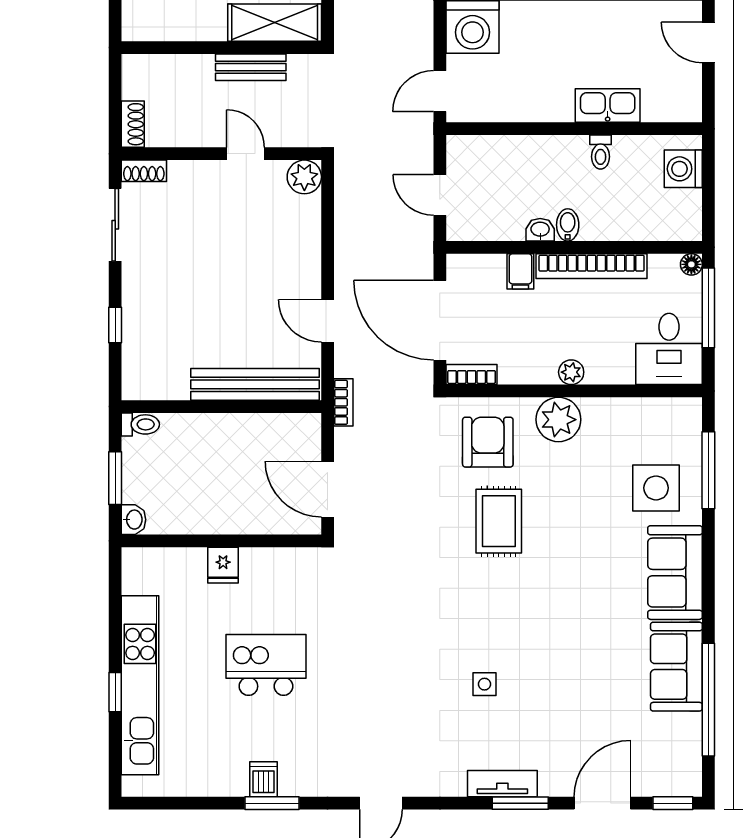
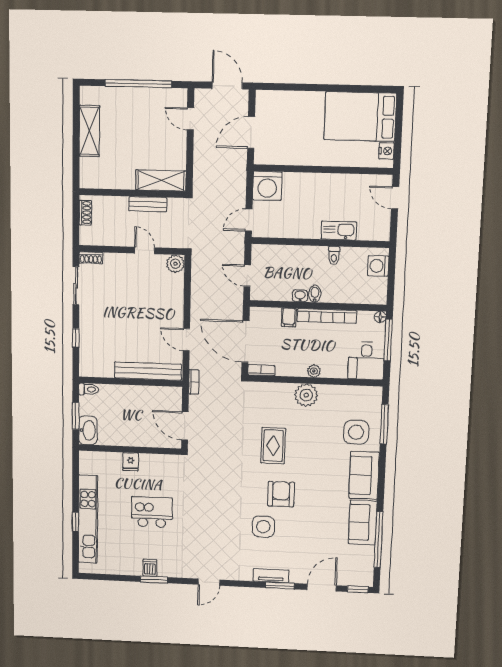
shoe rack: (133, 124) -> (85, 213), moved
armchair: (488, 442) -> (281, 494), moved
washbasin: (134, 520) -> (88, 430), width x1.91, depth x1.45
side table: (485, 684) -> (263, 527), width x1.87, depth x1.87

